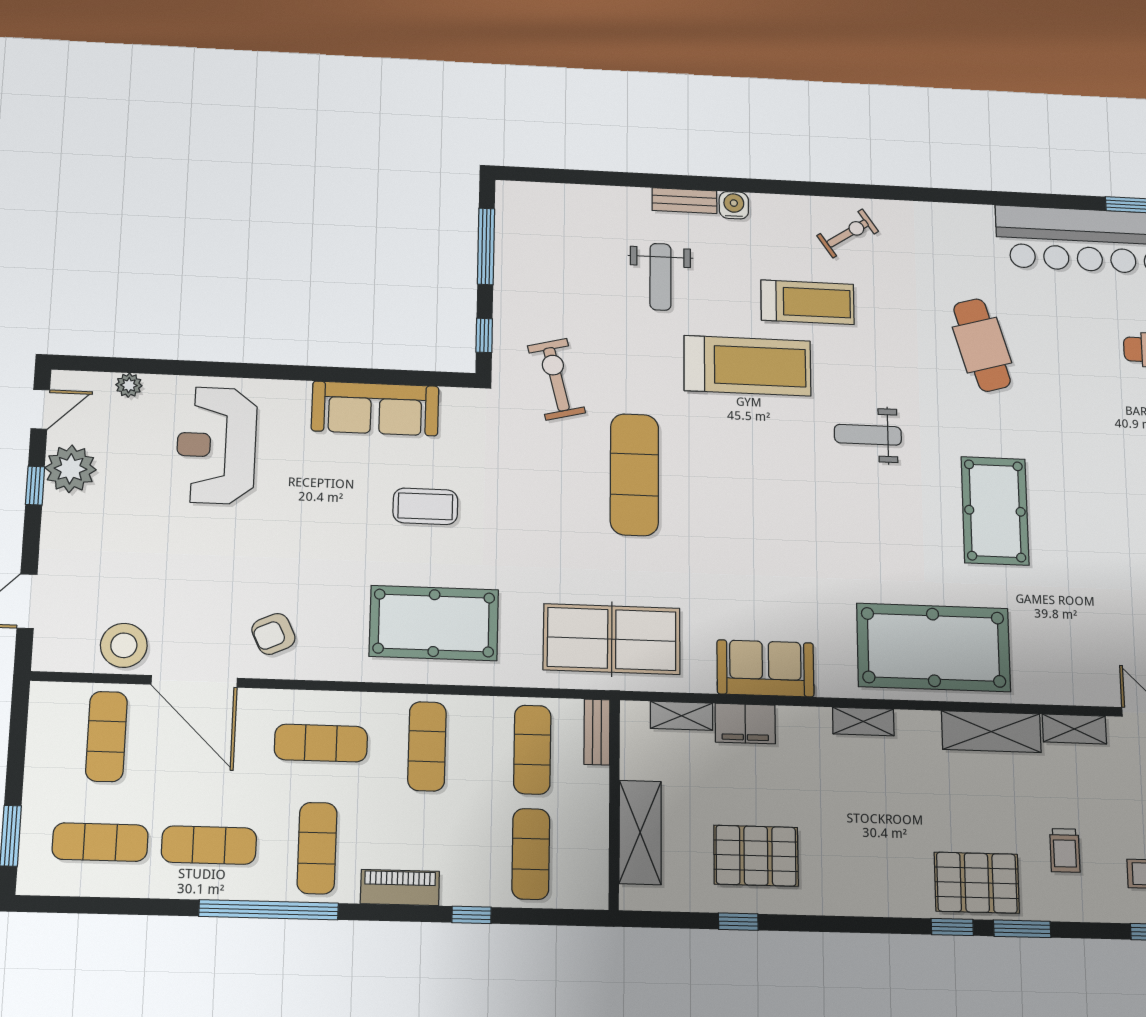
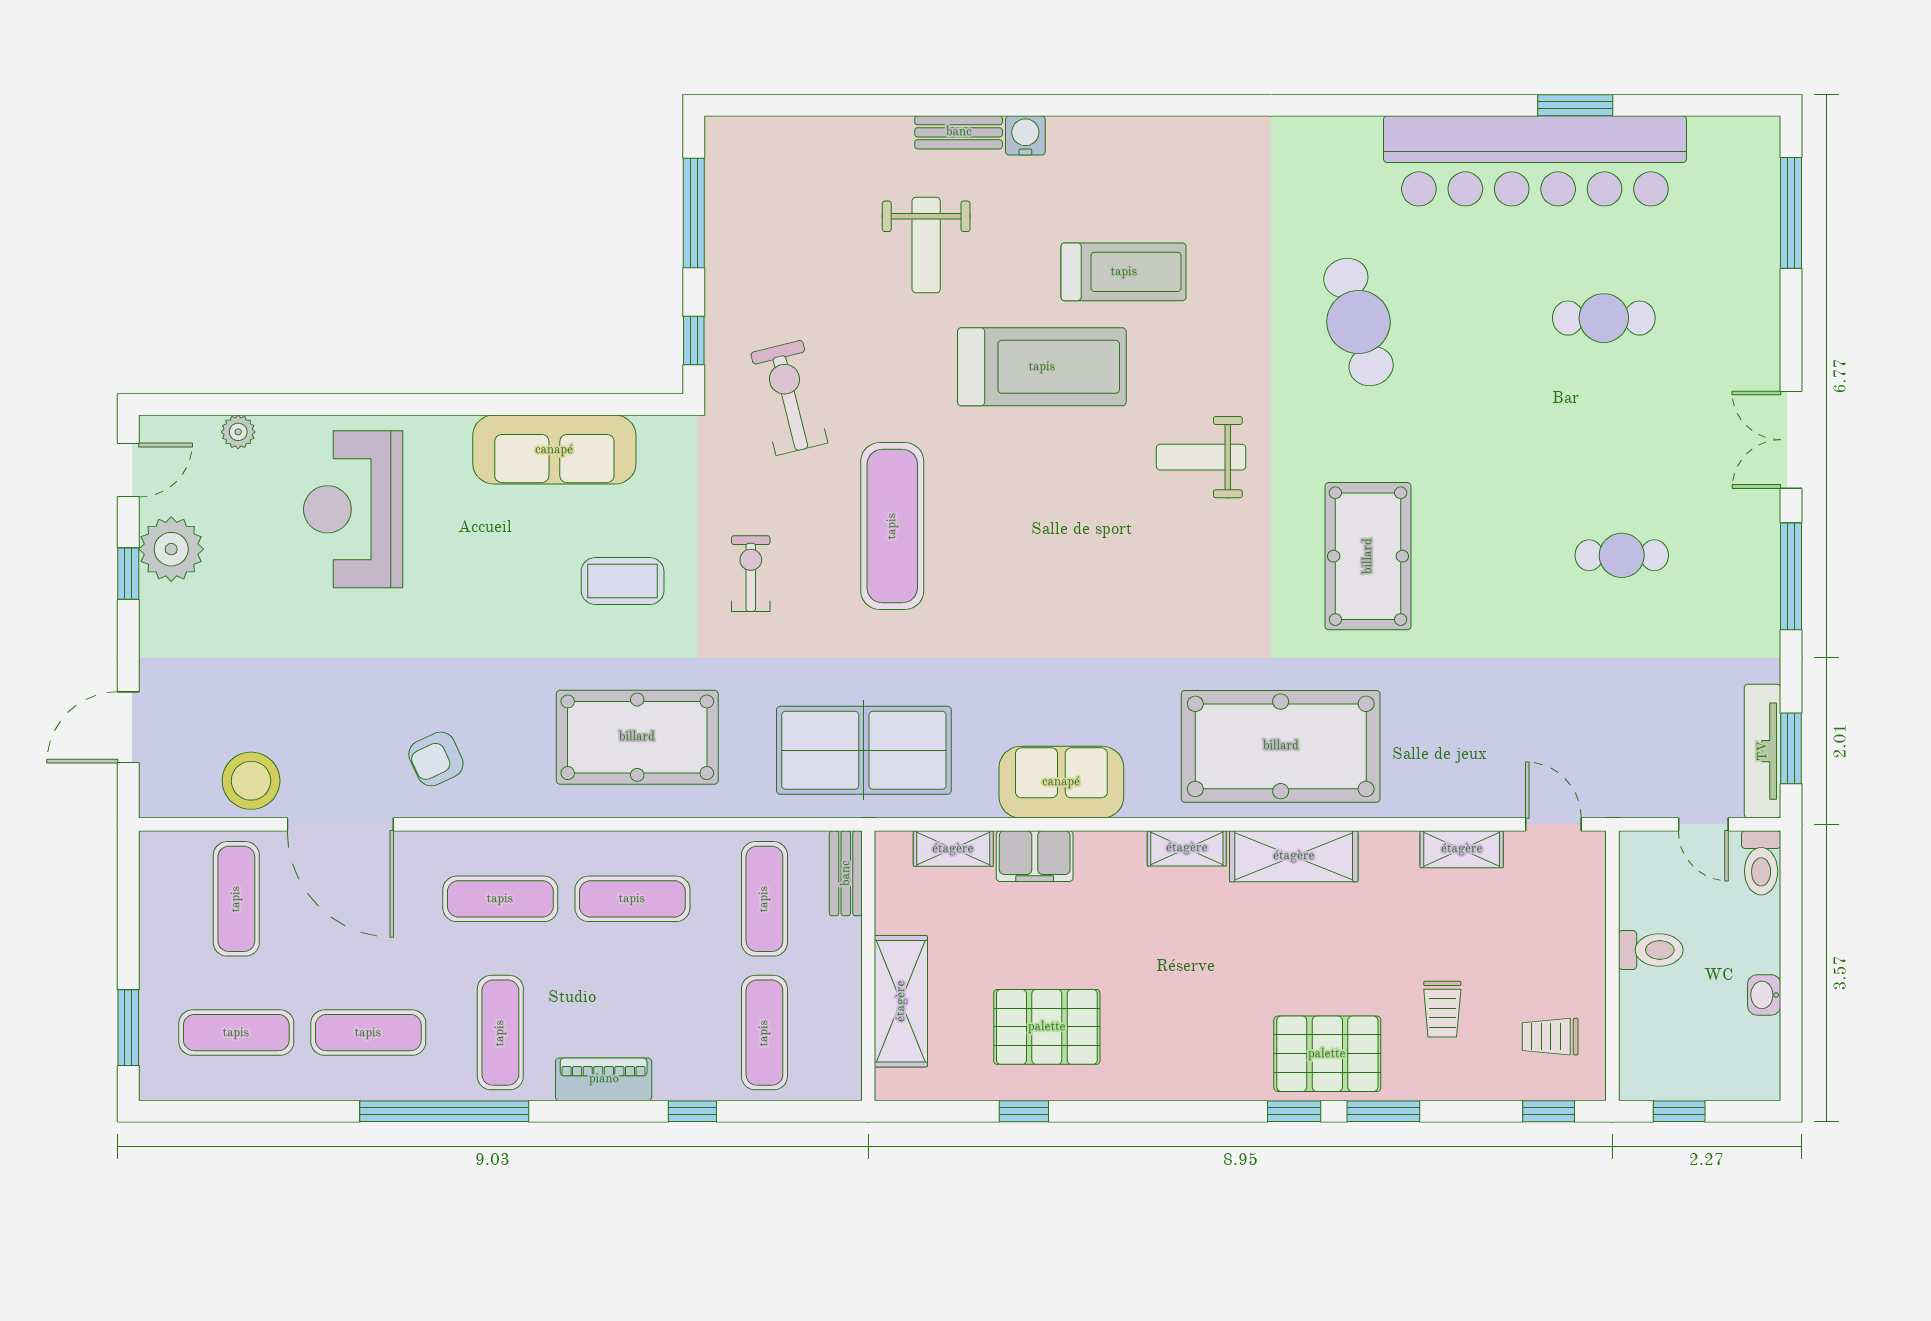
exercise bike: (848, 233) -> (751, 574), moved, turned -56
shelving: (991, 732) -> (1294, 856), moved
exercise mat: (427, 746) -> (632, 899), turned 90

